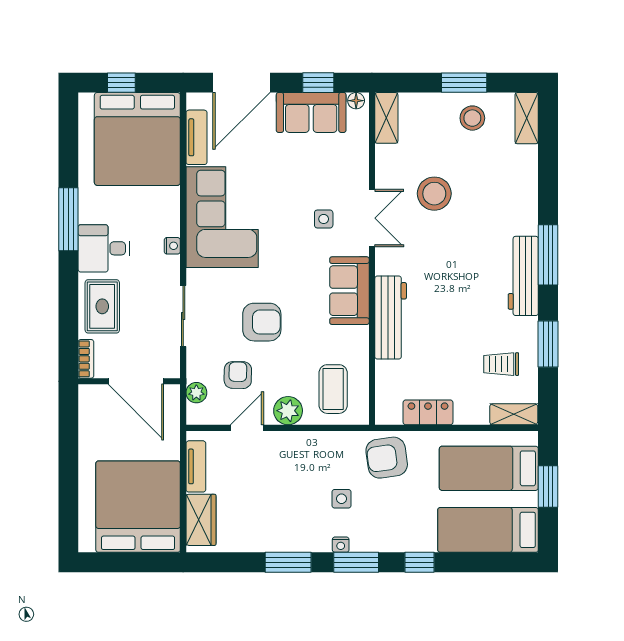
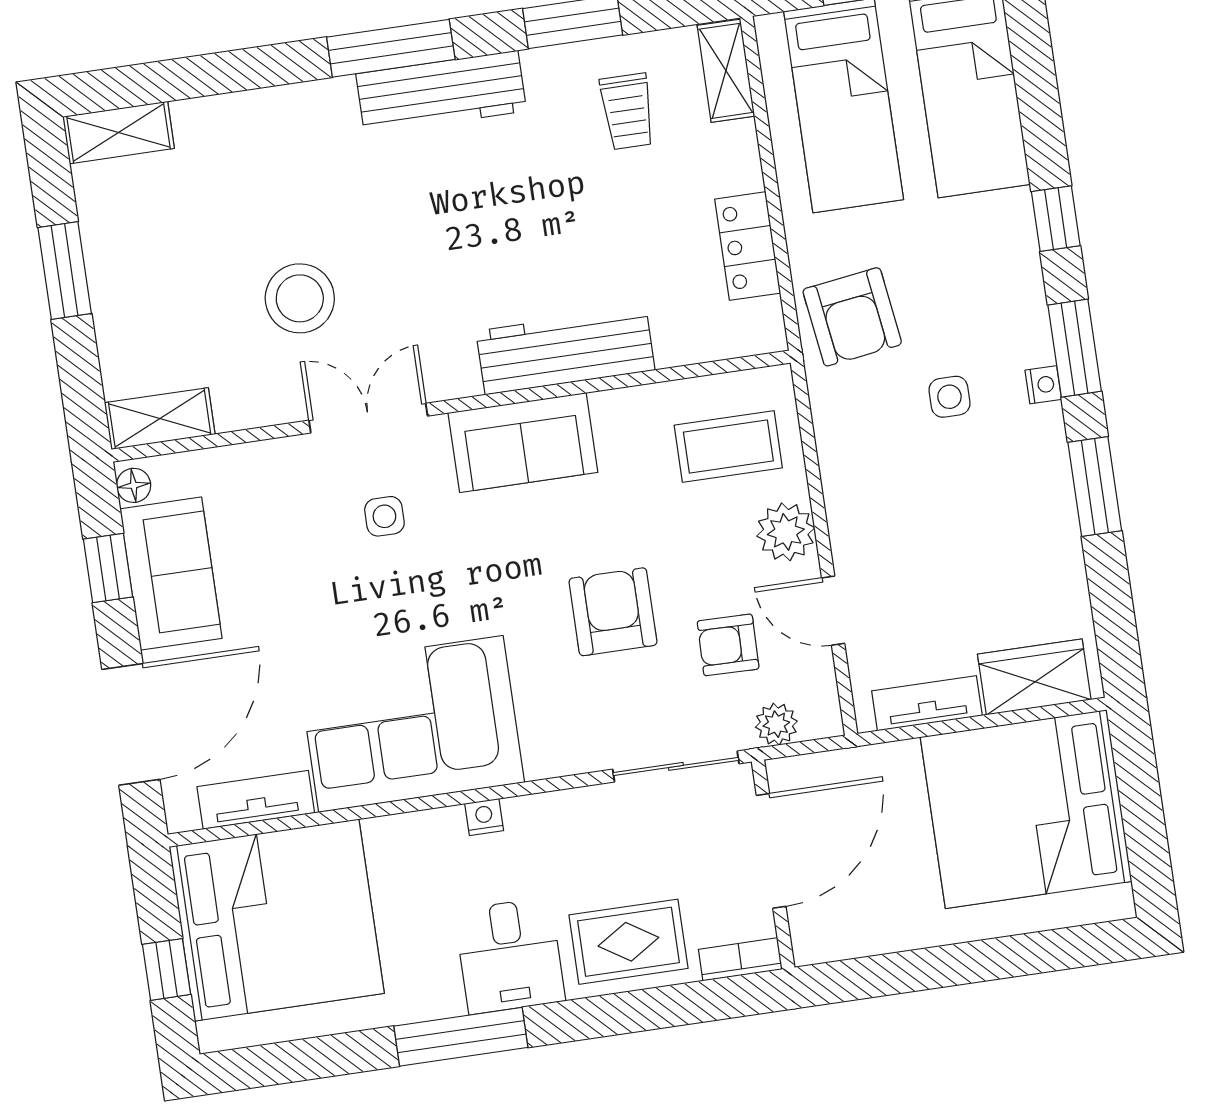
door: (242, 83) -> (131, 724), hinge flipped
stool: (472, 118) -> (134, 243), removed
sliding door: (183, 316) -> (676, 766), moved

